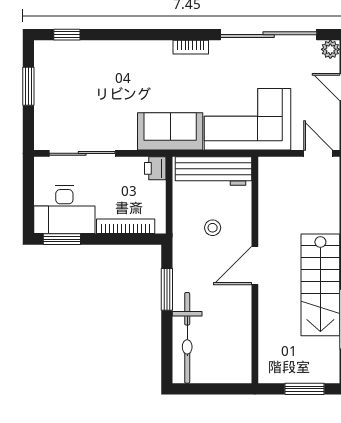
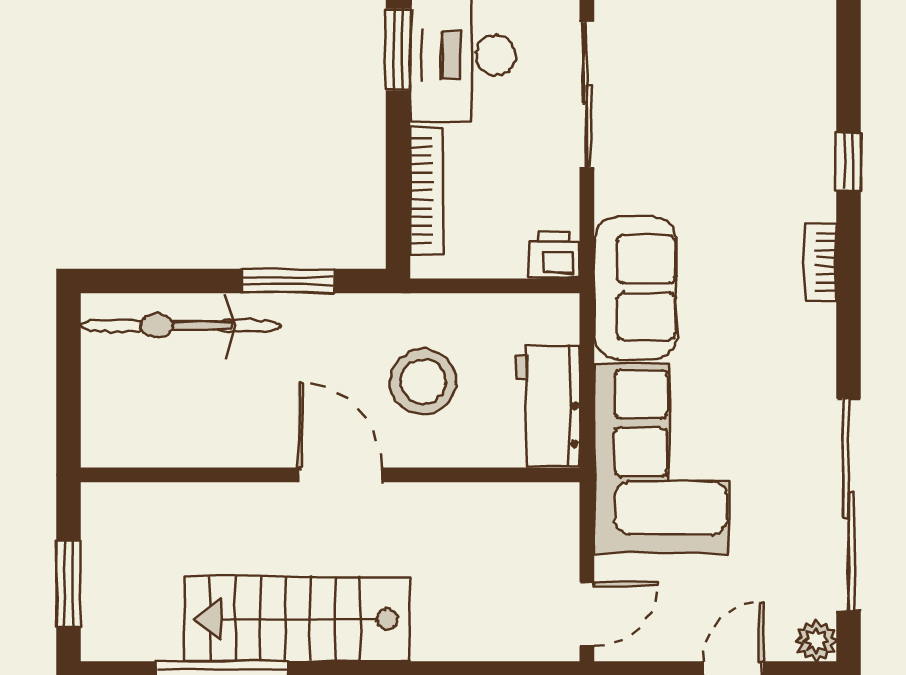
window: (67, 35) -> (849, 162), moved
bookcase: (191, 47) -> (821, 262), moved
workbench: (213, 171) -> (548, 406), width x0.73
stool: (213, 228) -> (423, 382), width x1.89, depth x1.89

